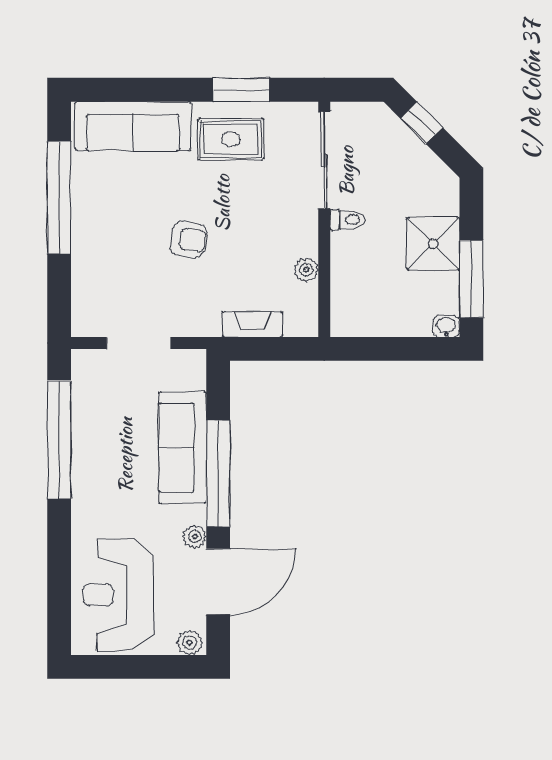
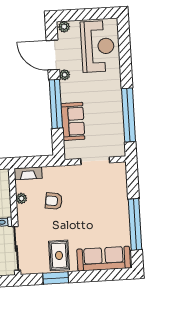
rug: (231, 139) -> (59, 255), turned 90
armchair: (189, 240) -> (54, 201), moved
fireplace: (252, 324) -> (28, 173), moved
sofa: (183, 448) -> (73, 121), width x0.73
door: (218, 582) -> (53, 55), hinge flipped

